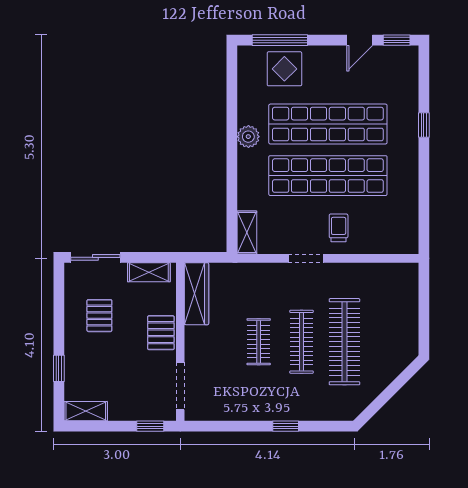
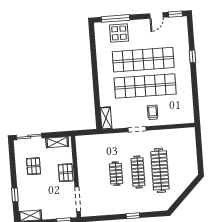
plant: (248, 137) -> (103, 69), removed
wardrobe: (196, 294) -> (82, 151), removed

